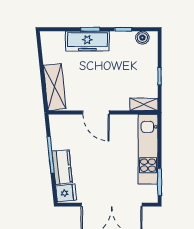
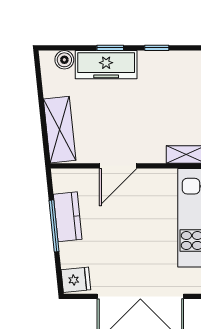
boiler: (142, 38) -> (64, 60), moved
door: (96, 112) -> (118, 166), hinge flipped
kitchen counter: (62, 167) -> (68, 217), moved

